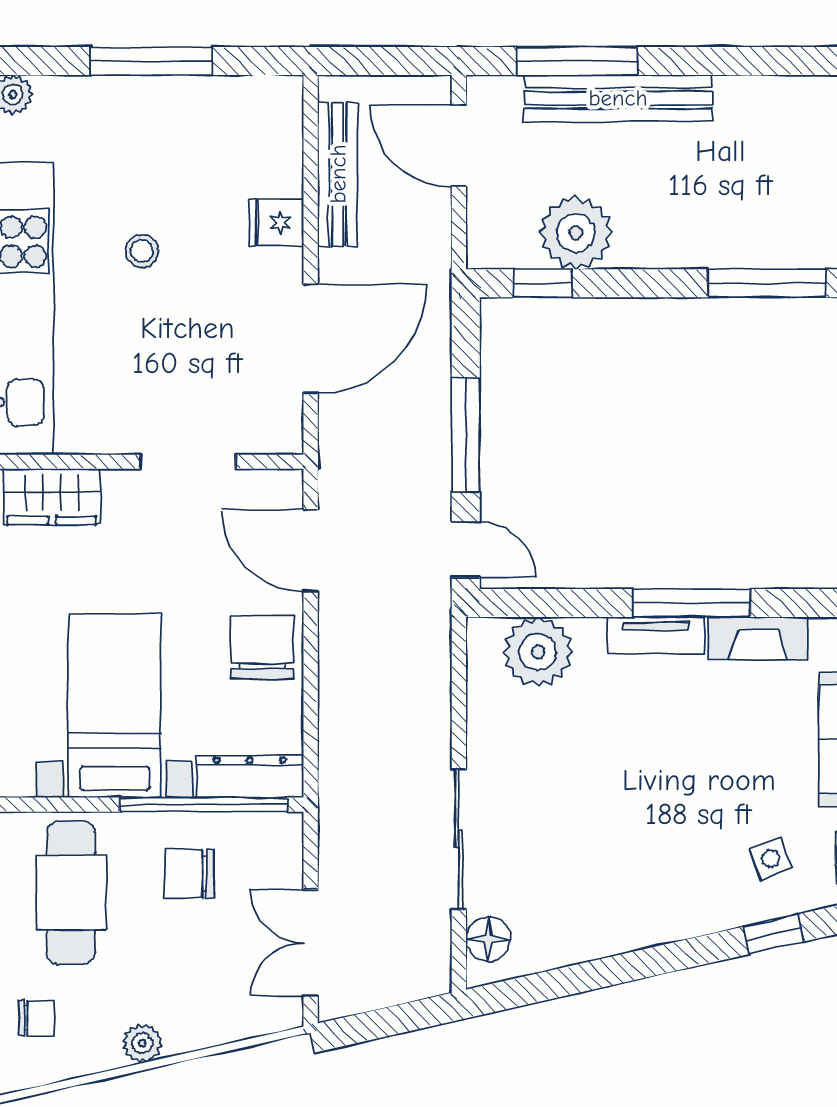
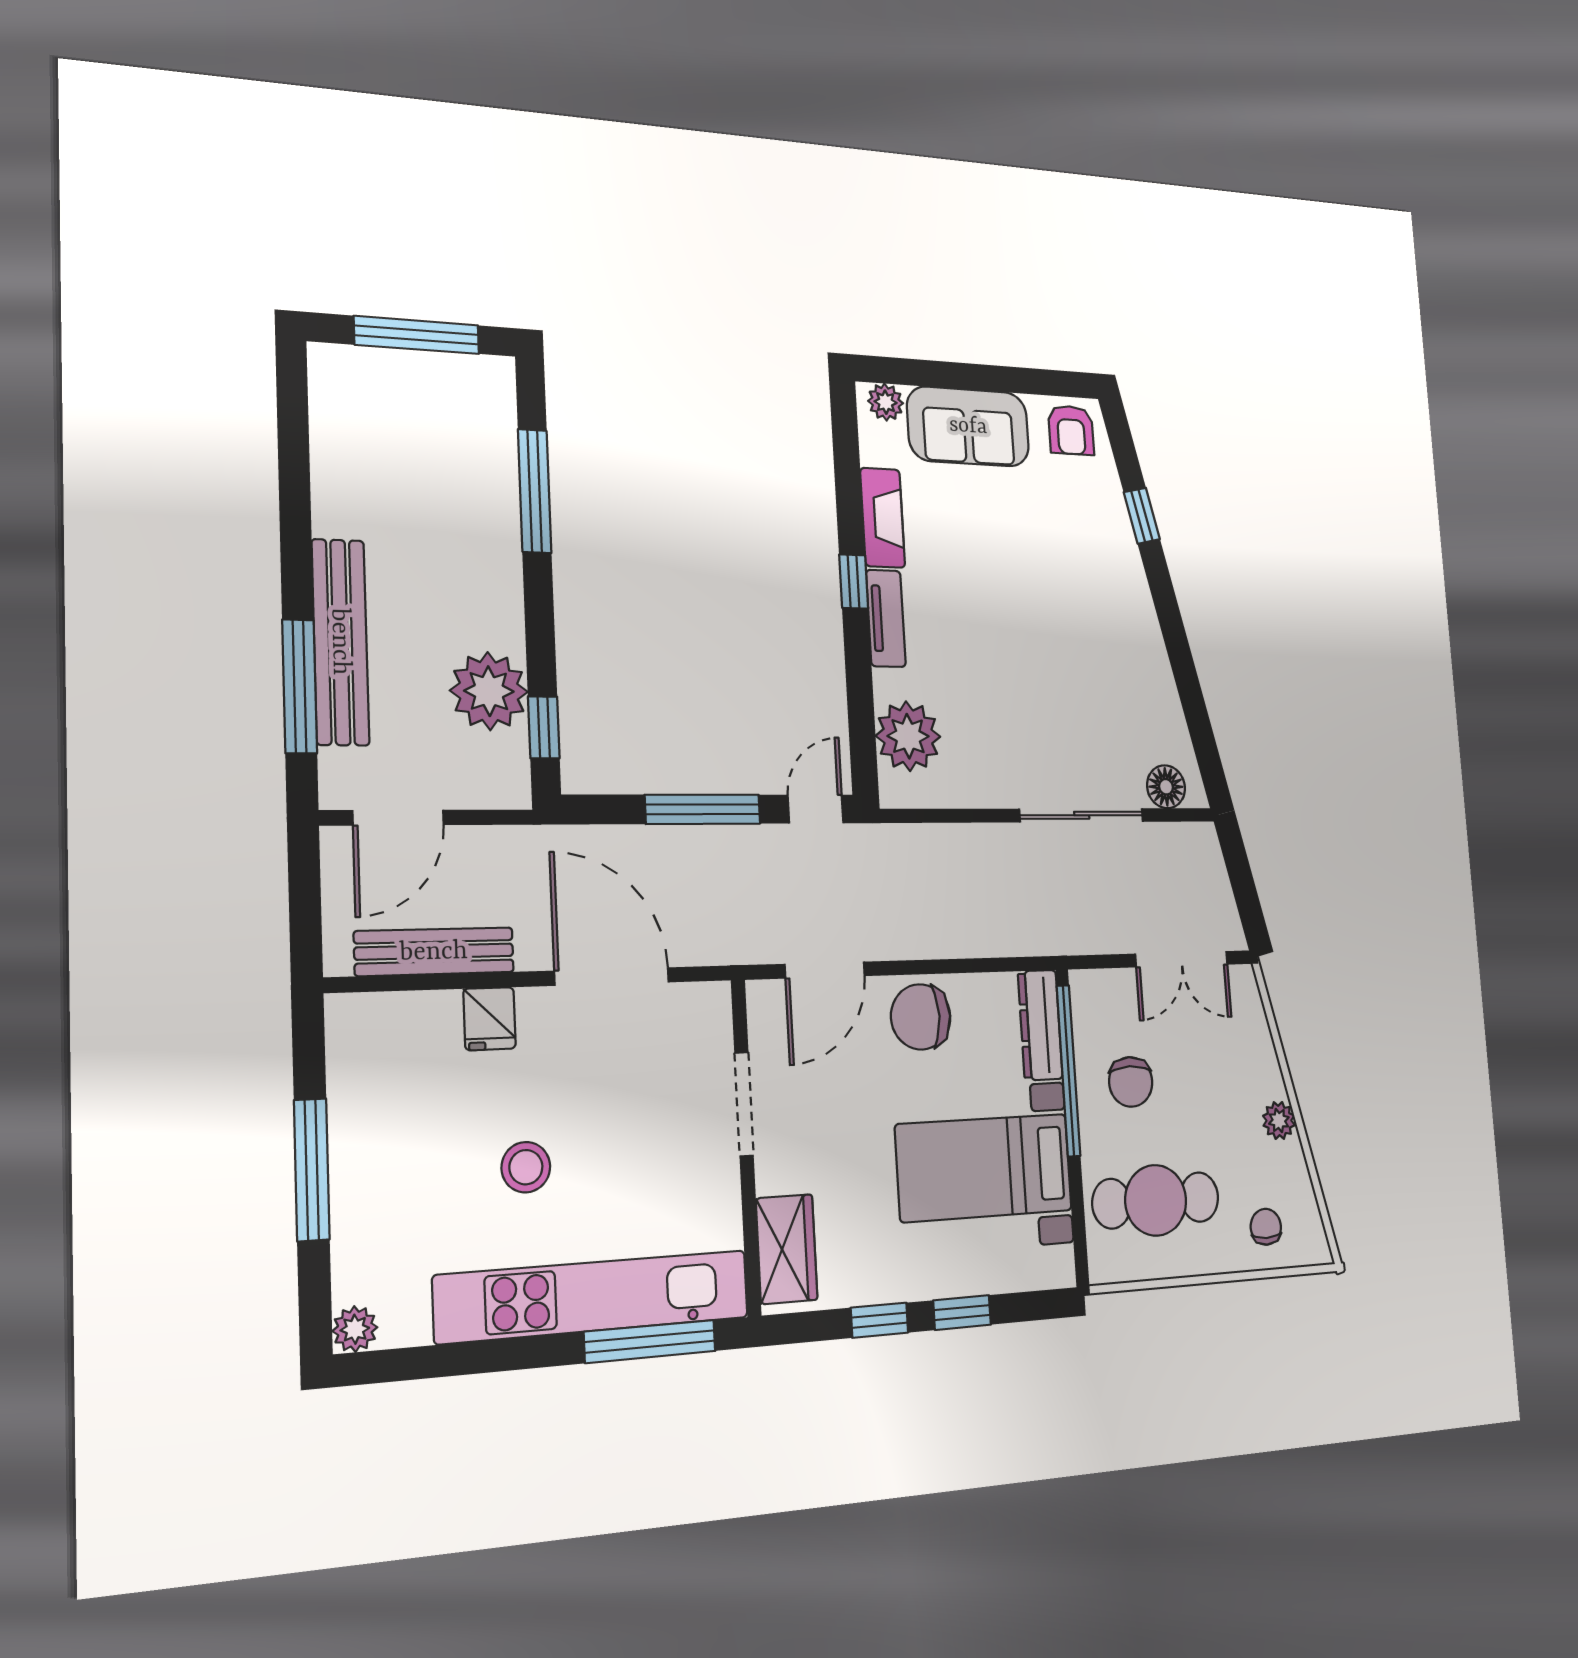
stool: (142, 251) -> (526, 1167), width x1.37, depth x1.37
window: (692, 603) -> (854, 582), width x0.46
side table: (771, 859) -> (1078, 515), removed

